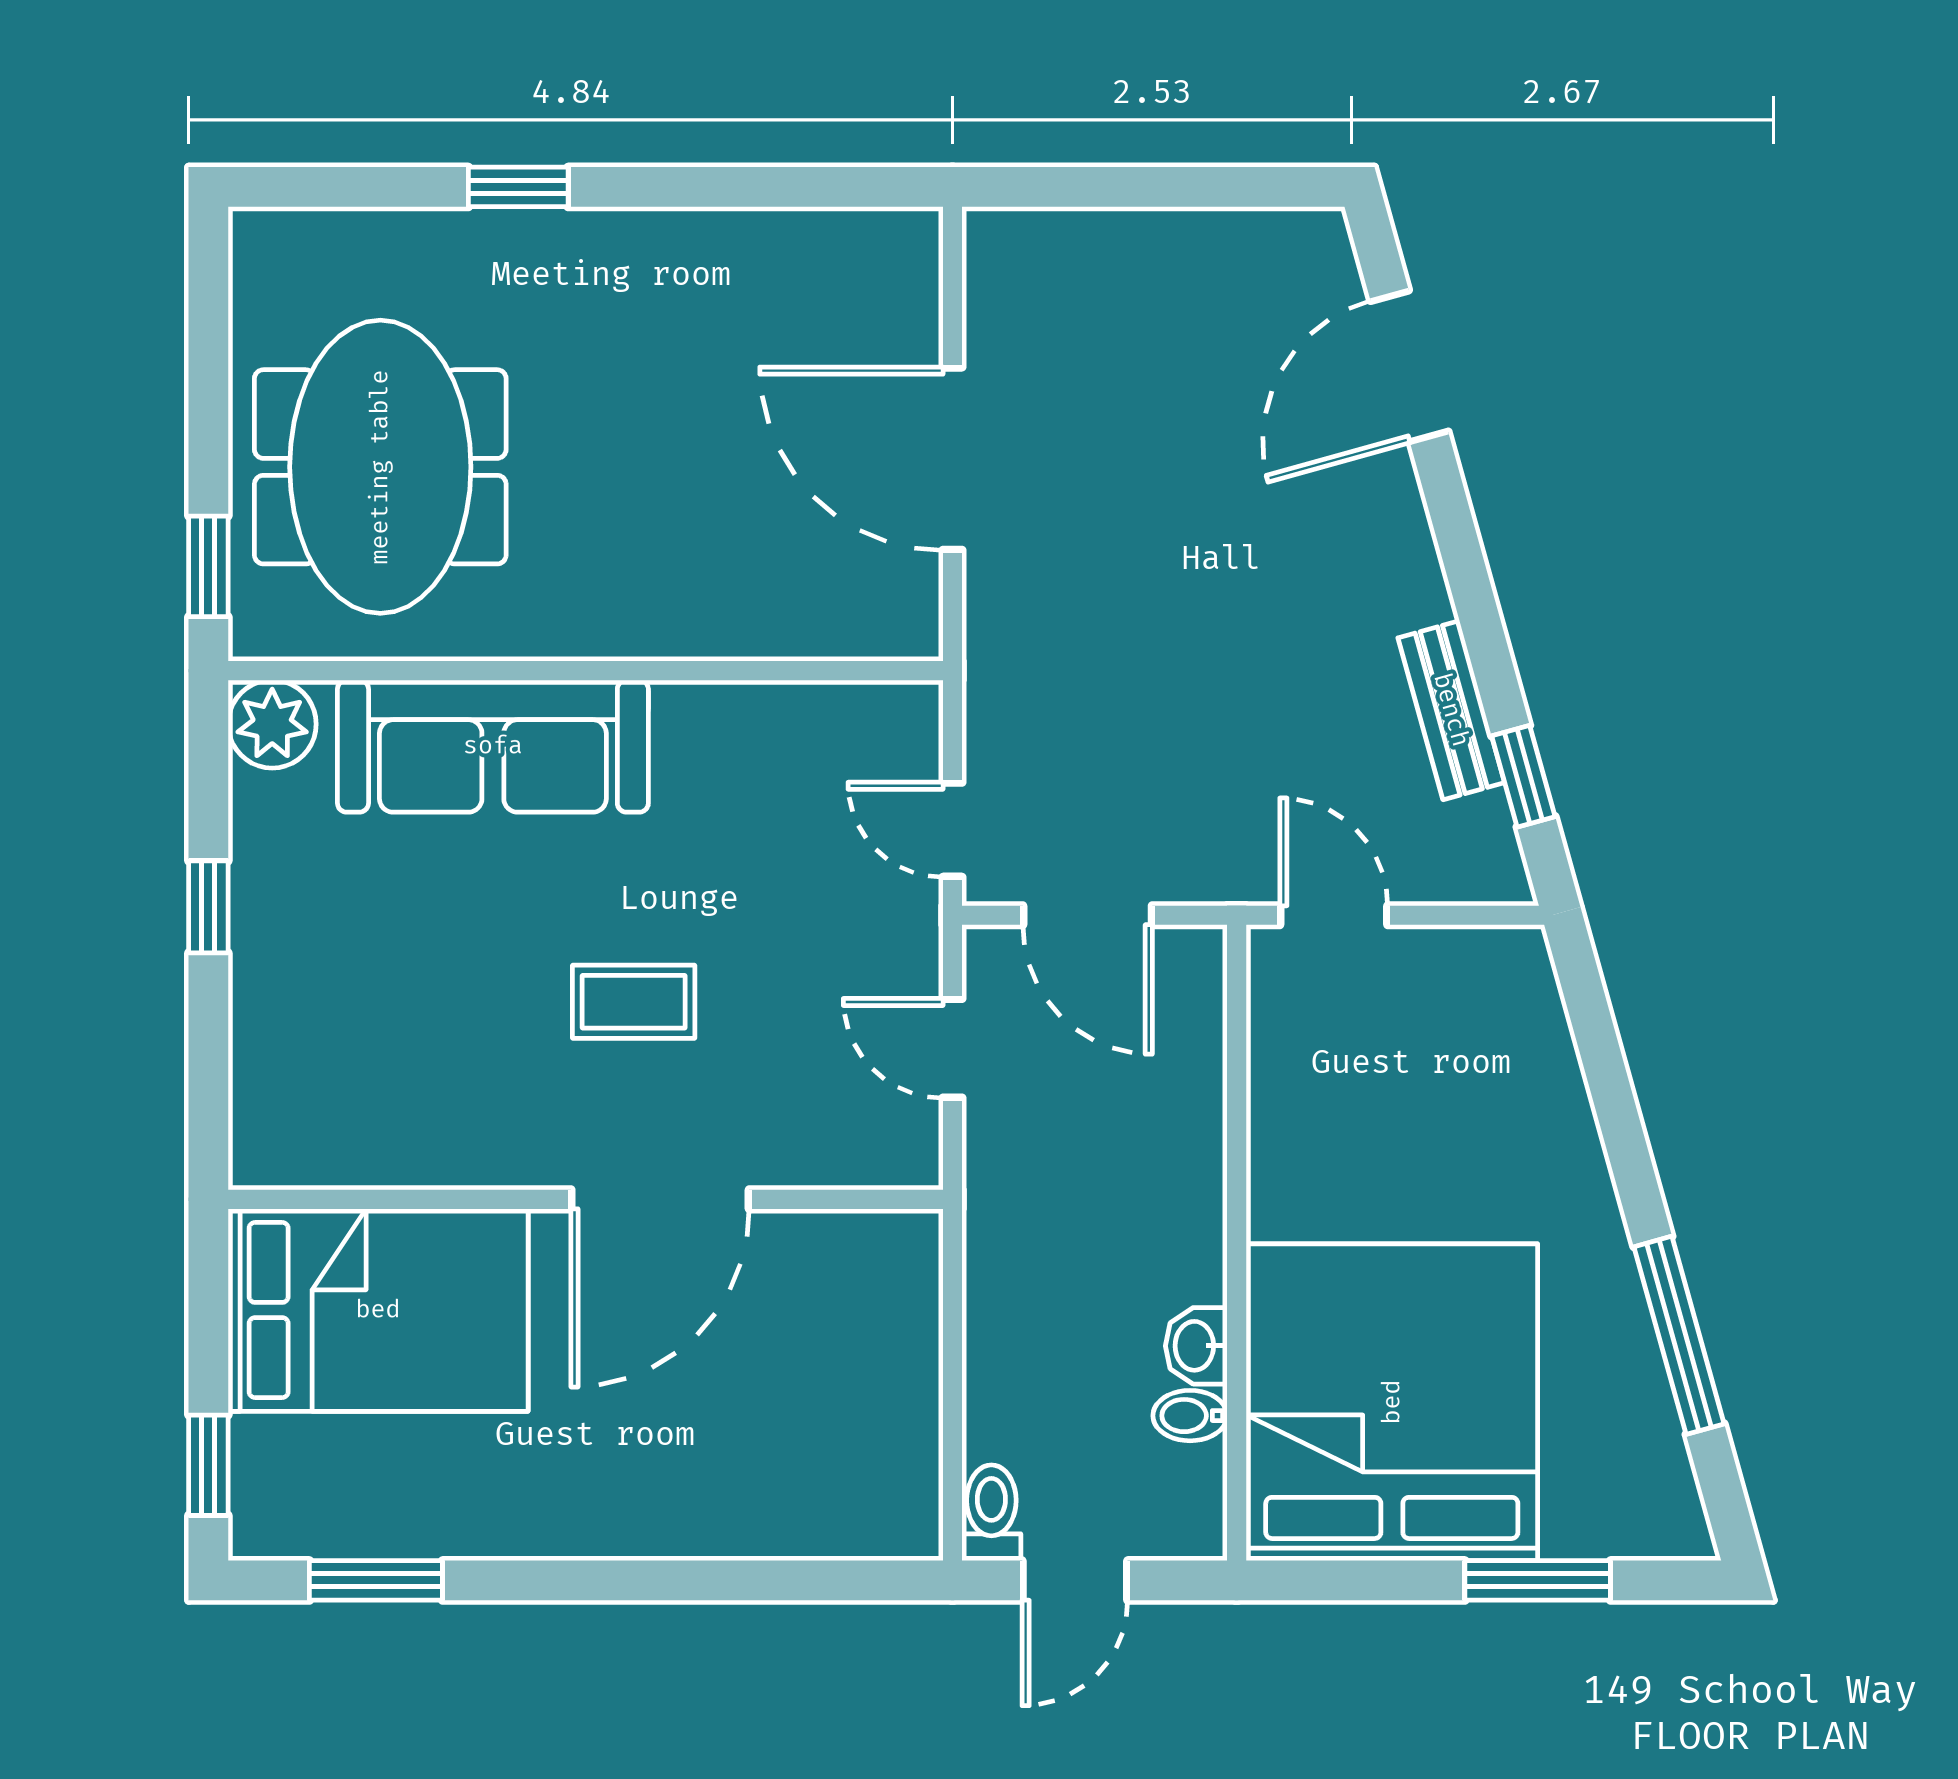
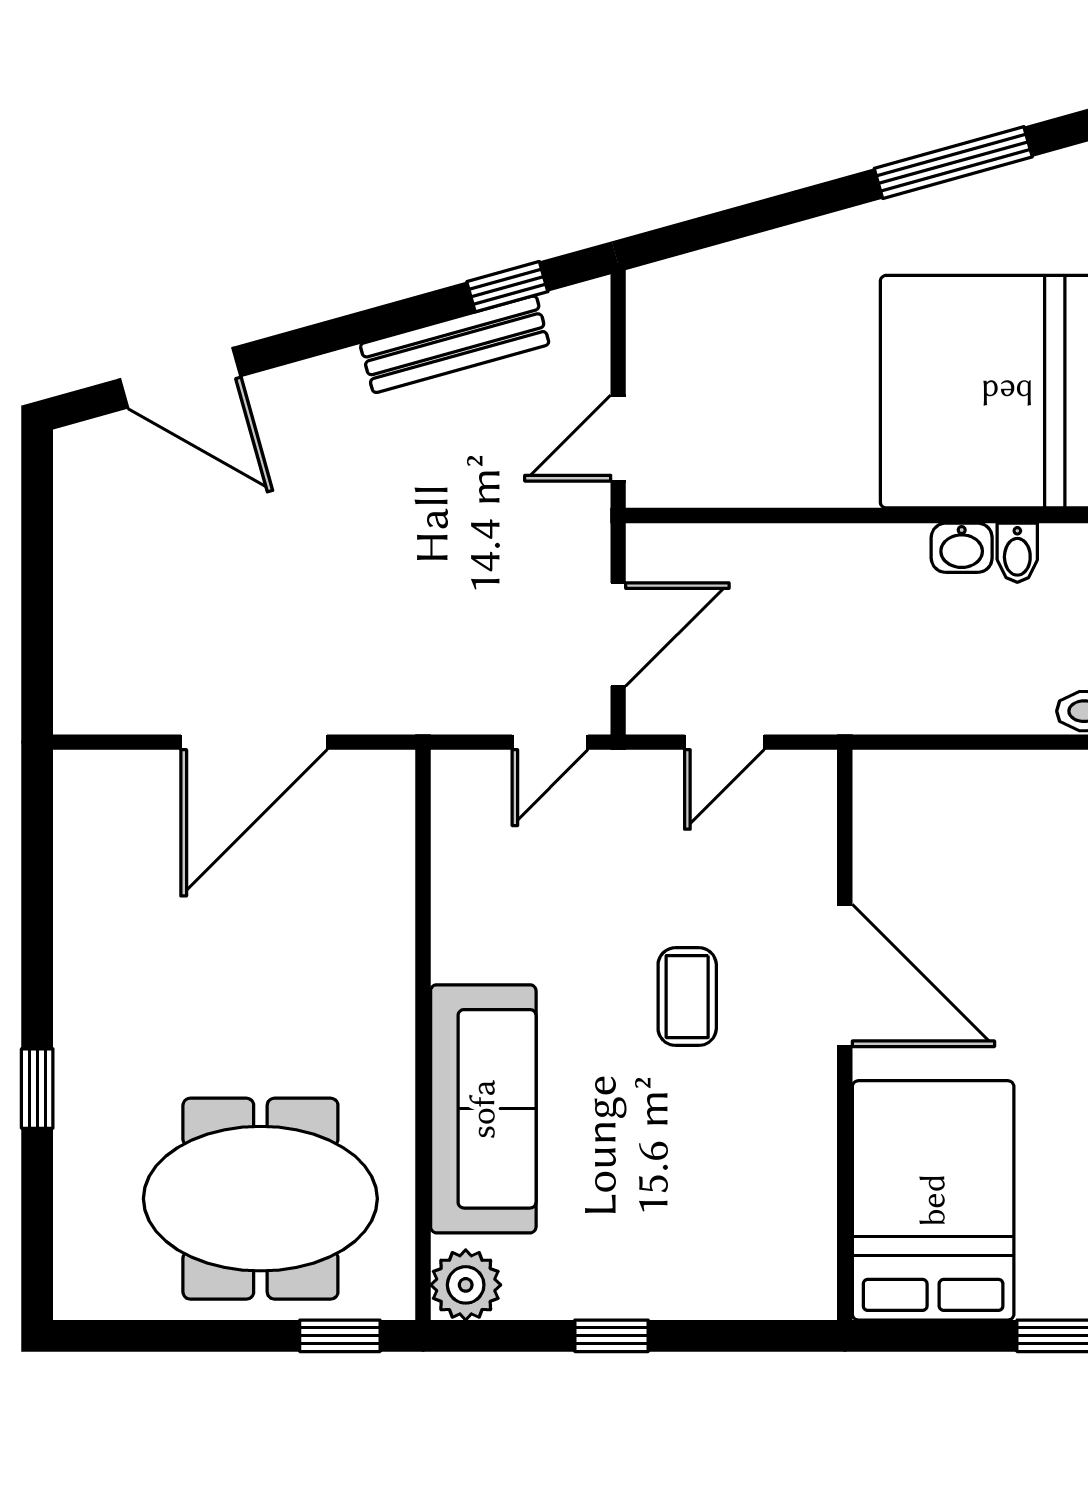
bench: (1451, 710) -> (455, 344), width x1.36

